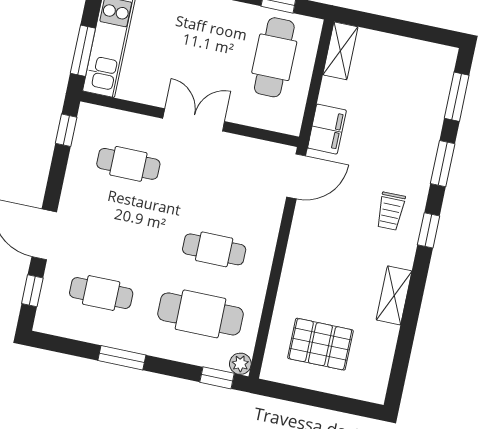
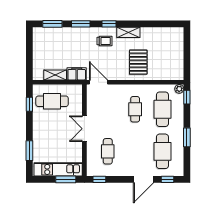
shelving: (340, 51) -> (55, 75), moved
cafe table: (101, 293) -> (162, 151), width x1.37, depth x1.35
shelving: (394, 295) -> (128, 32), moved
pallet: (320, 344) -> (138, 62), moved

